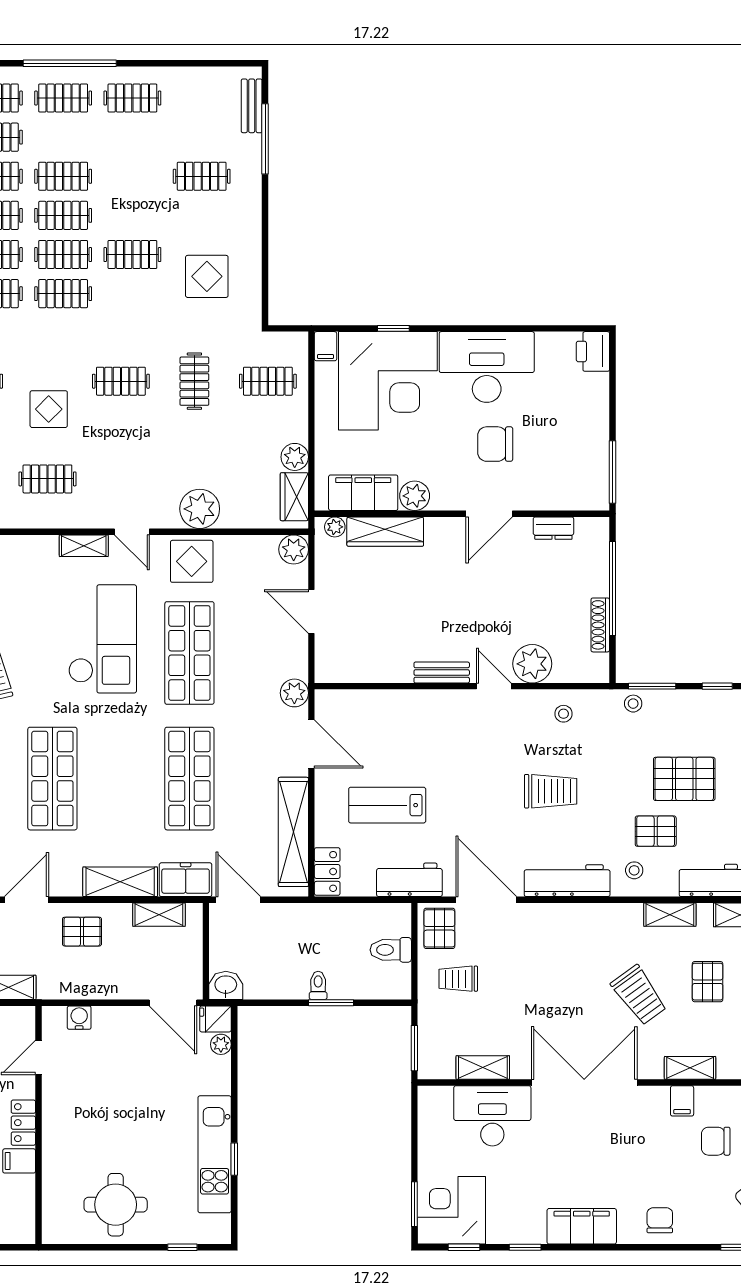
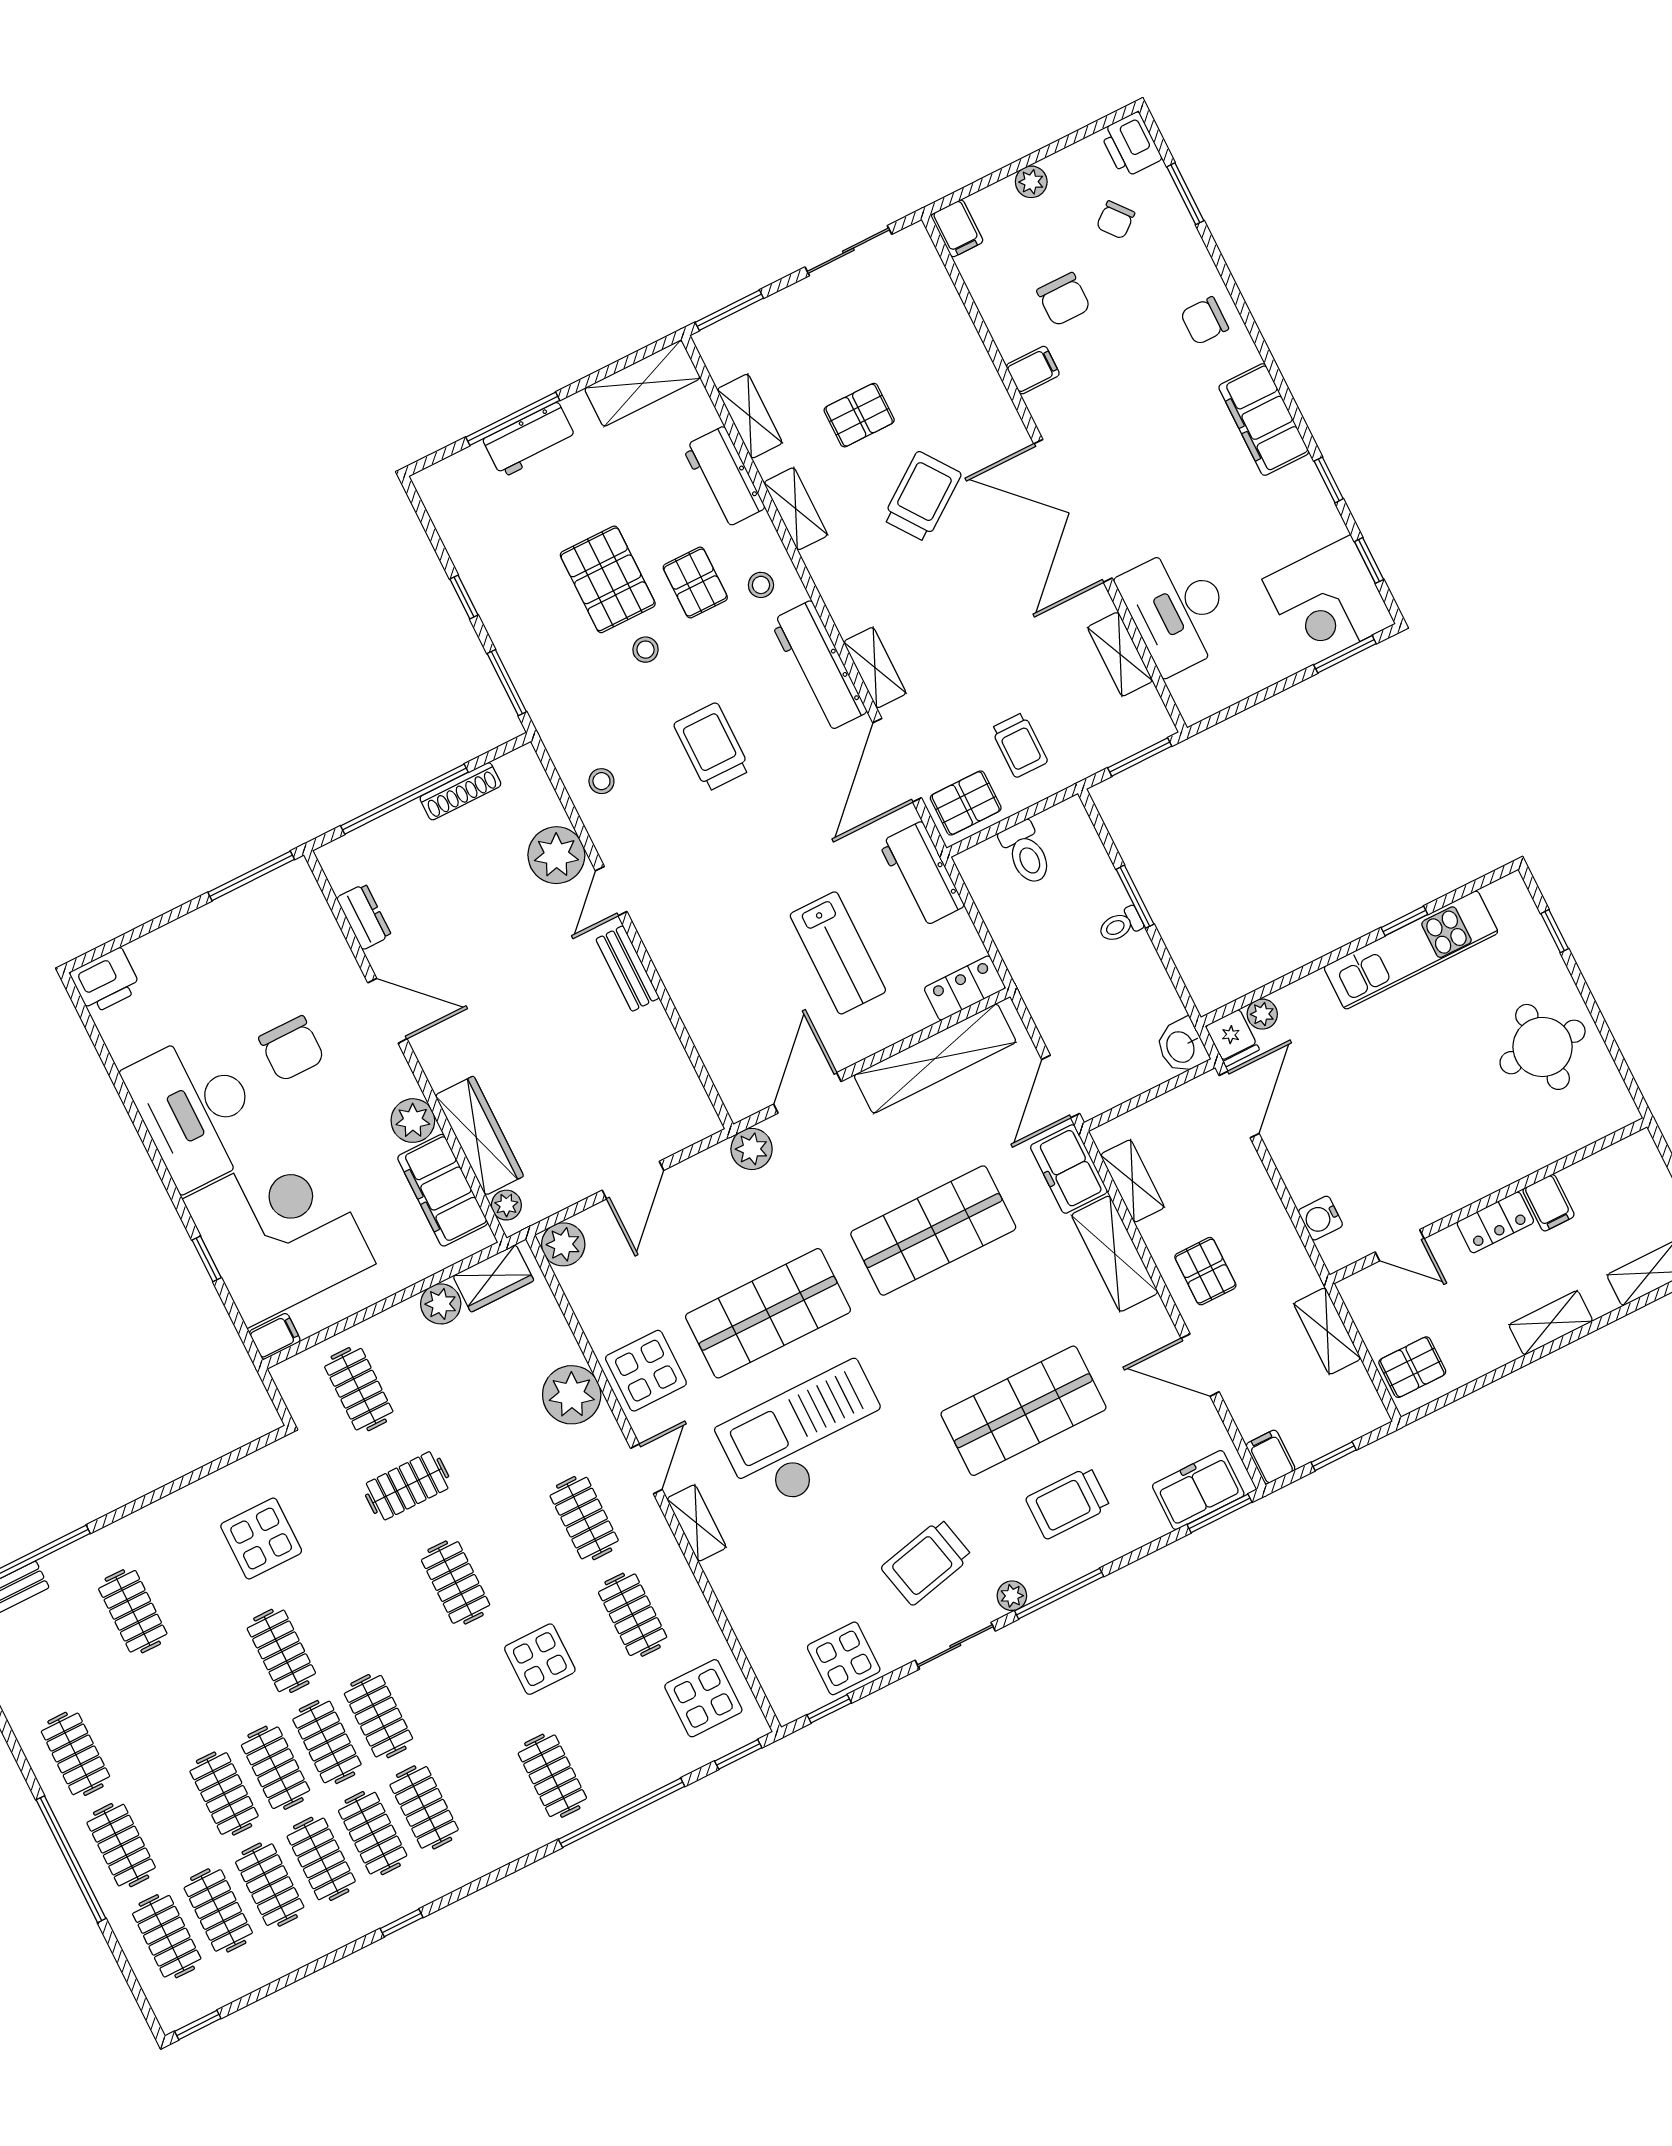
clothes rail: (121, 479) -> (584, 1518), added
stool: (633, 704) -> (645, 650), moved
shelving: (690, 1068) -> (875, 668), moved

